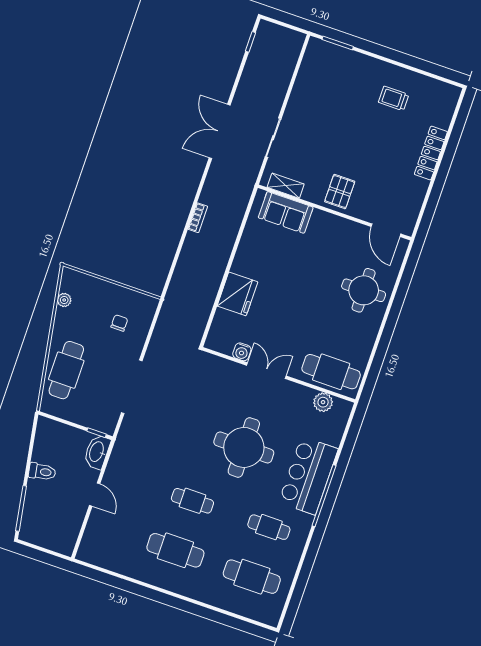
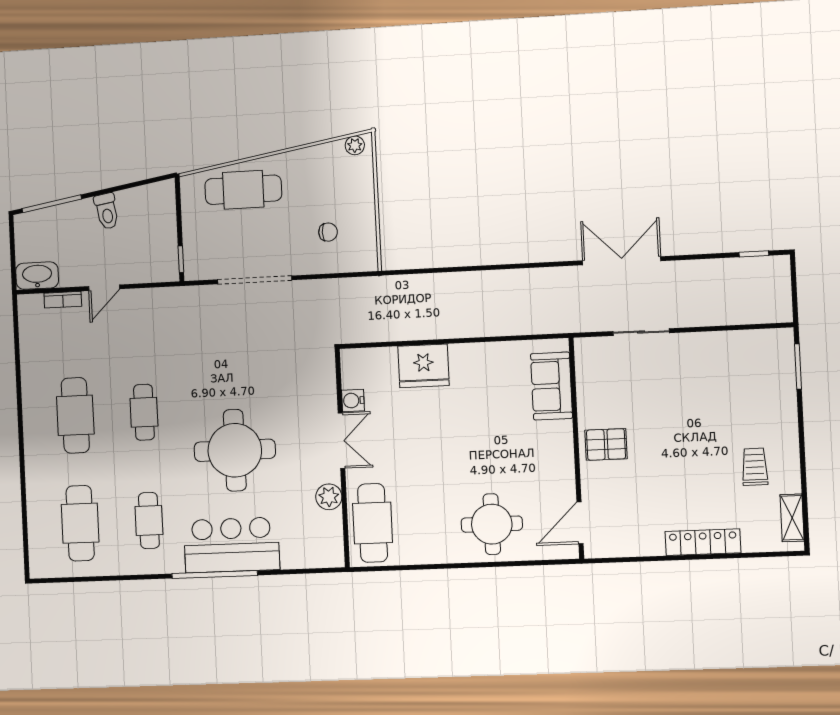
shelving: (286, 186) -> (792, 518), moved
bookcase: (198, 218) -> (63, 300), moved
plant: (64, 300) -> (355, 145), moved
plant: (323, 402) -> (329, 497), moved
washbasin: (97, 452) -> (37, 276), moved

